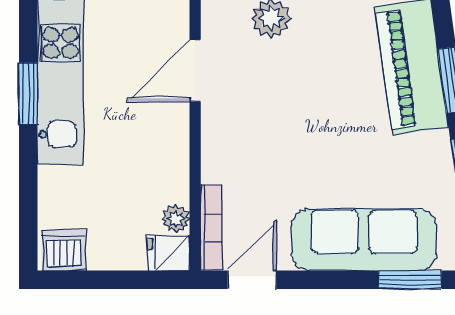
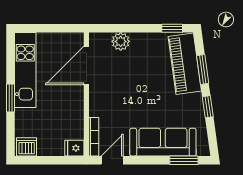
door: (195, 71) -> (86, 65), width x1.36
window: (28, 94) -> (10, 98), moved
plant: (176, 219) -> (78, 133), removed

